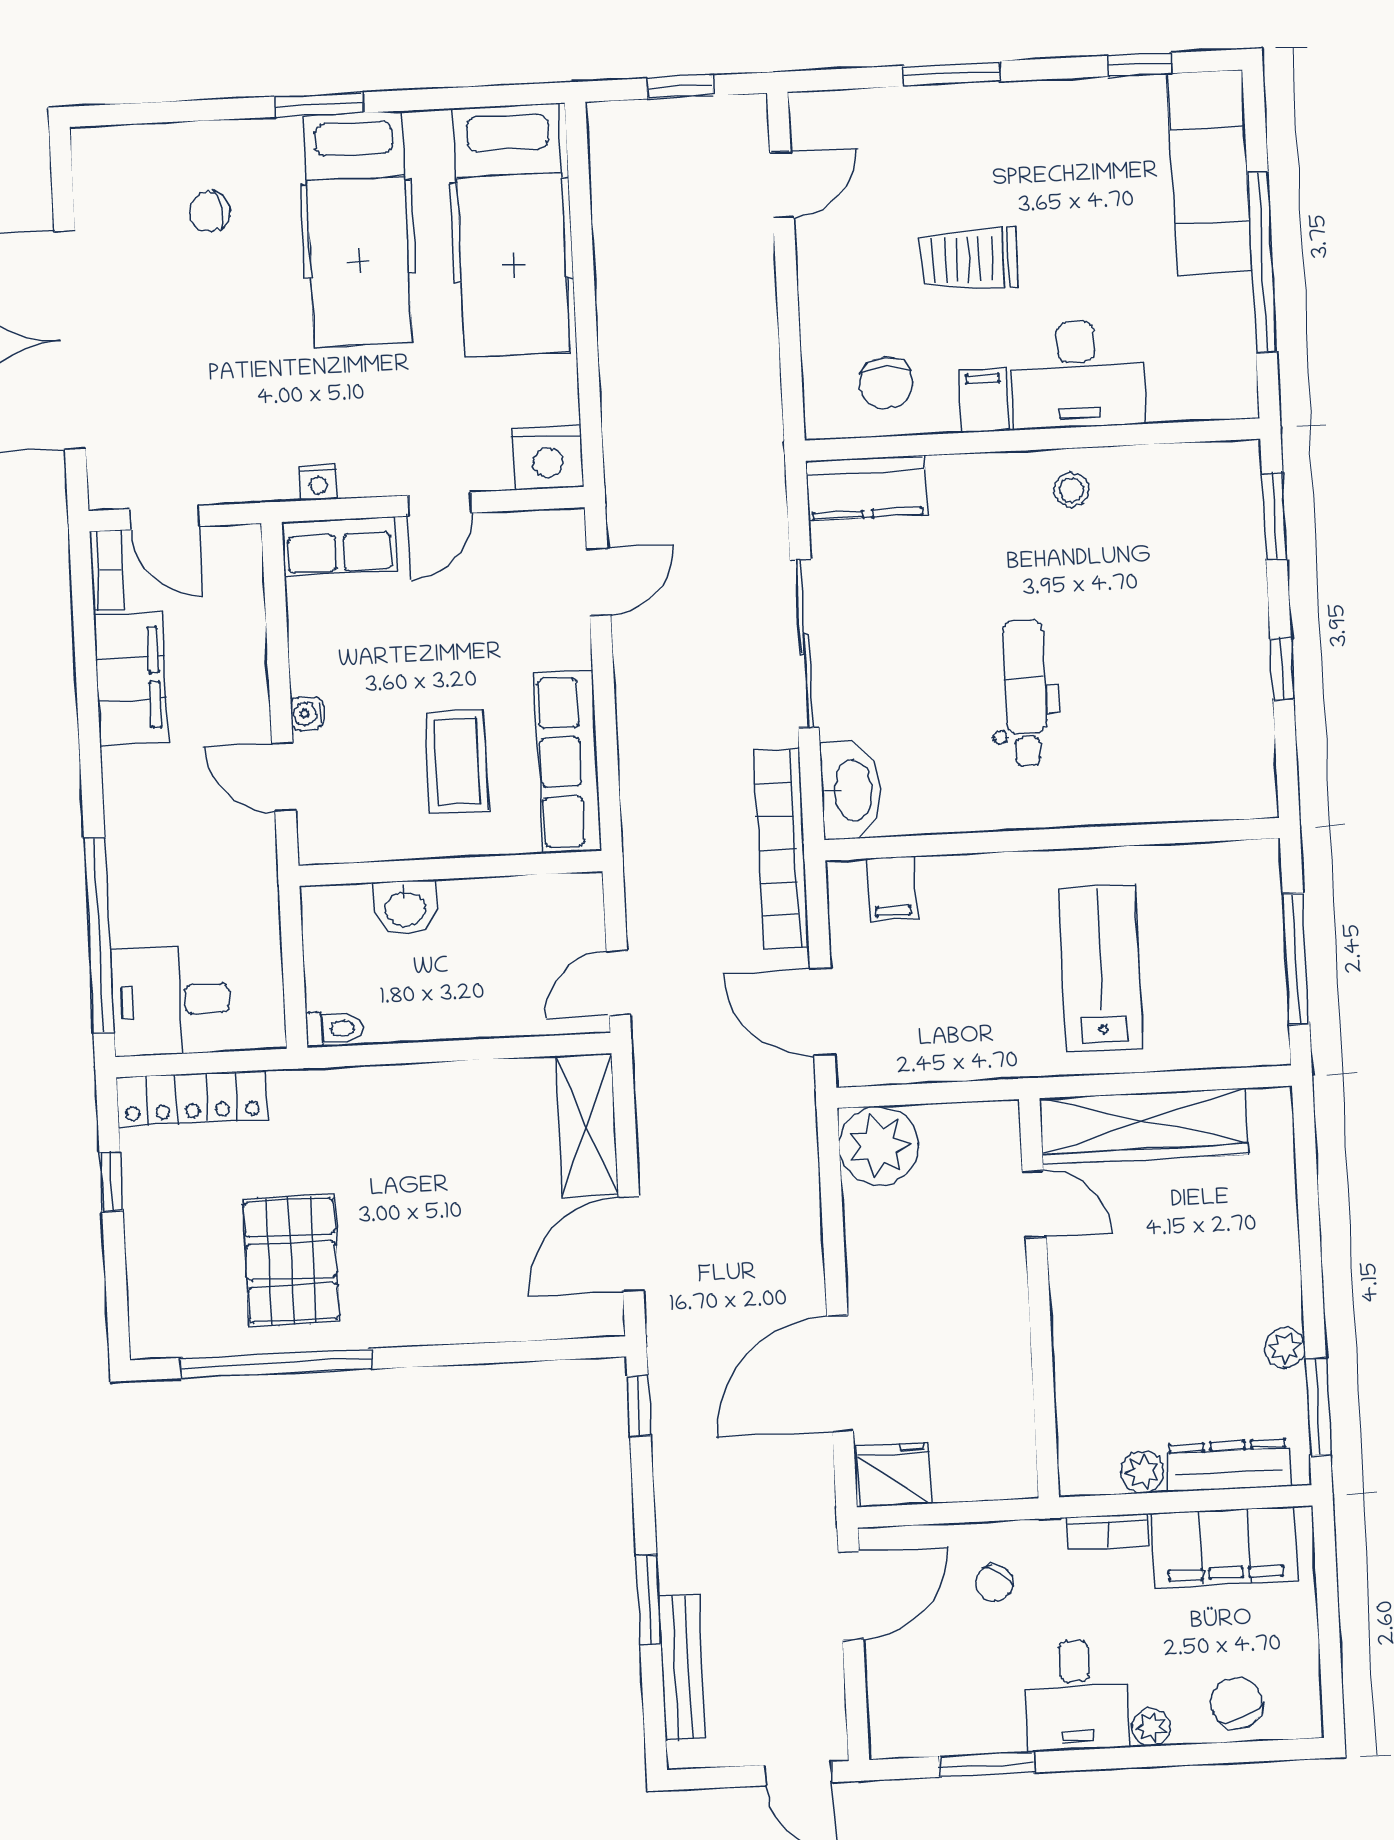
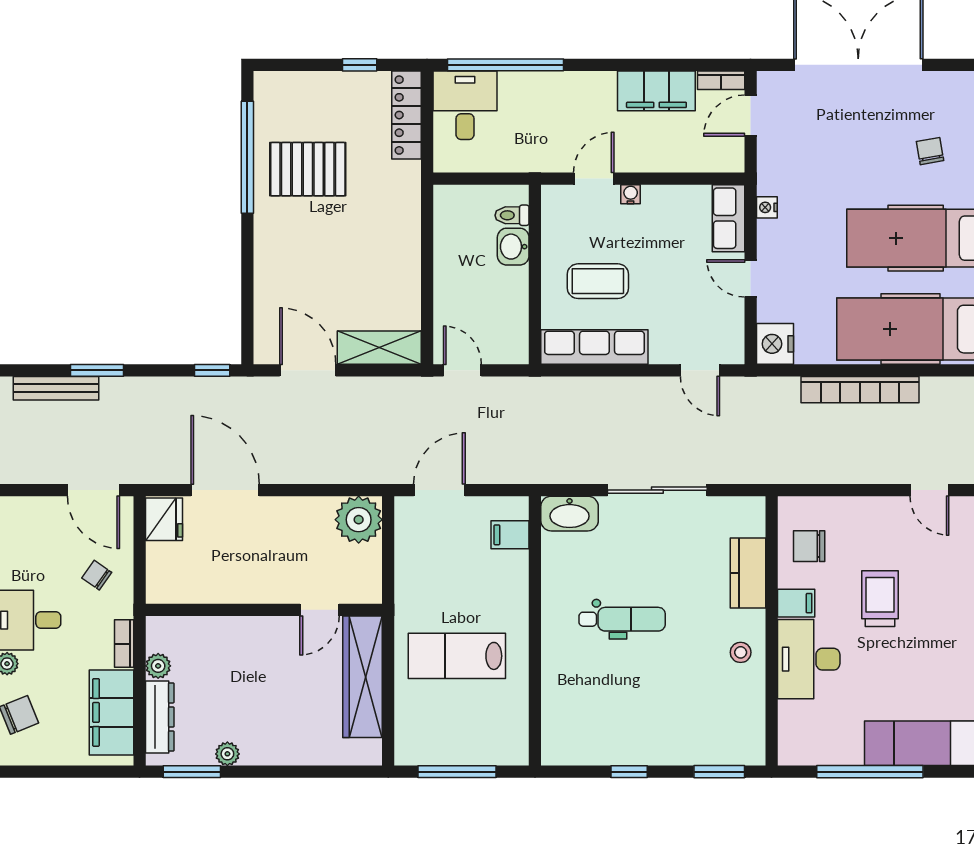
kitchen counter: (866, 488) -> (748, 573), moved
bookcase: (782, 849) -> (860, 390), moved, turned 180
lab bench: (1101, 969) -> (457, 656), turned 180
toilet: (335, 1029) -> (512, 215), moved, turned 90

